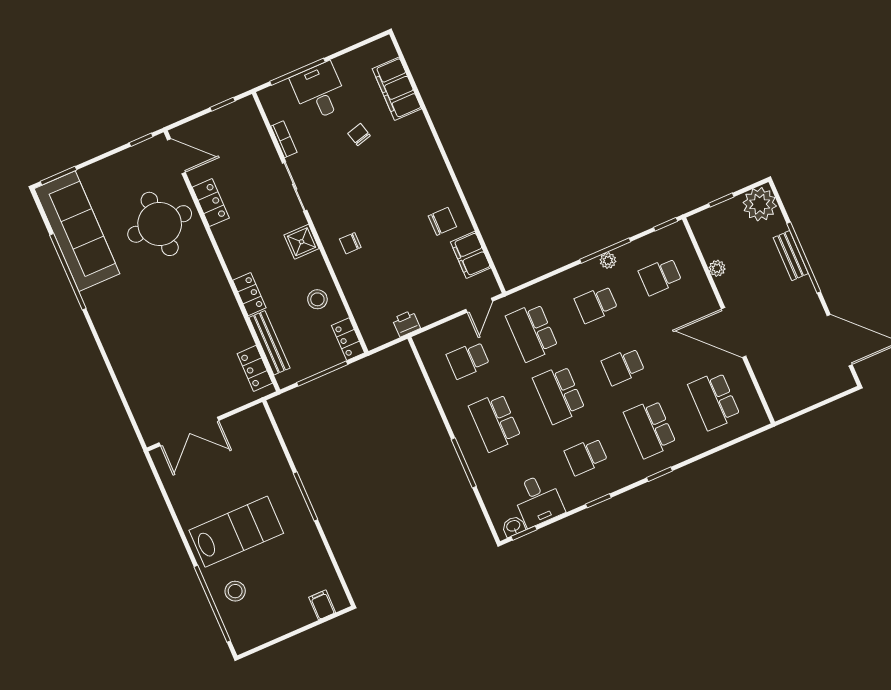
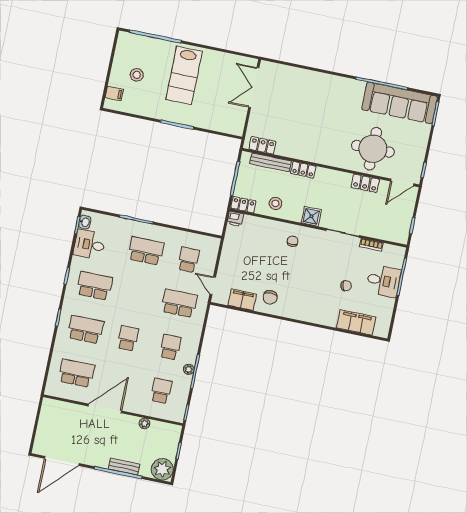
printer: (406, 323) -> (235, 219), moved, turned 90
school desk: (559, 394) -> (137, 295), removed
school desk: (586, 456) -> (95, 286), width x1.85
stool: (235, 591) -> (137, 75), moved

